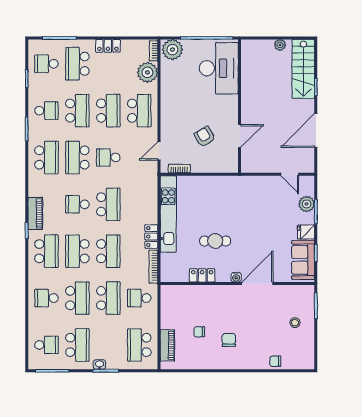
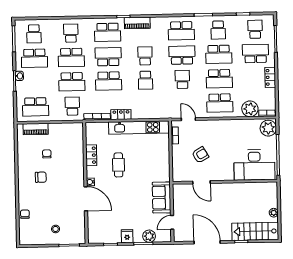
school desk: (108, 204) -> (146, 80), width x0.54
sofa: (303, 260) -> (162, 197), moved, turned -90
school desk: (139, 345) -> (35, 107), turned 180

